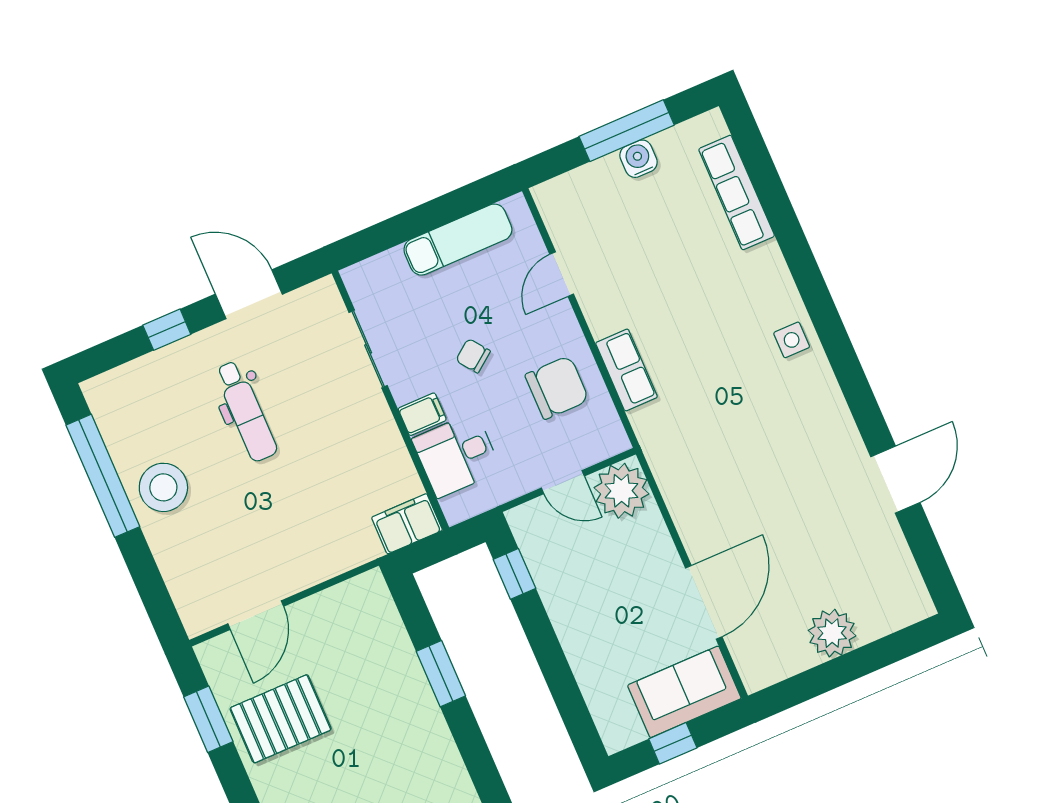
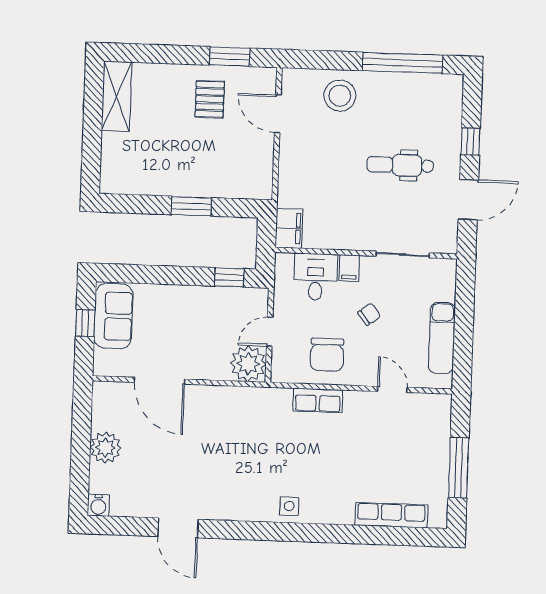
water cooler: (639, 159) -> (98, 505), moved, turned 90
stool: (163, 487) -> (340, 96), moved
sofa: (684, 692) -> (113, 316), moved
pallet: (281, 719) -> (210, 99), width x0.67, depth x0.71

